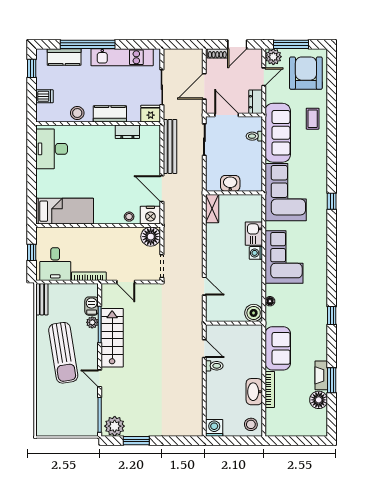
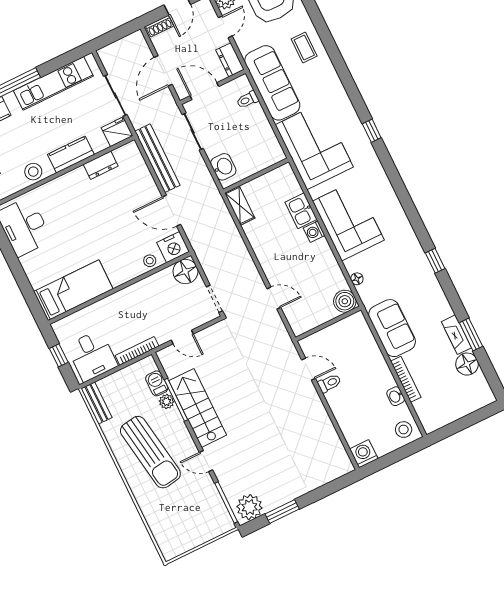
washbasin: (230, 183) -> (223, 167), moved, turned 90
washbasin: (254, 392) -> (396, 396), width x0.52, depth x0.69

